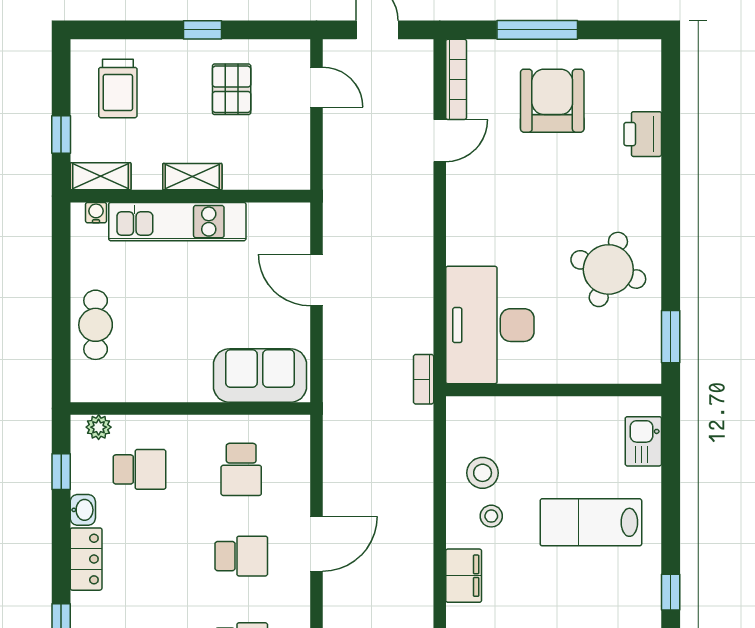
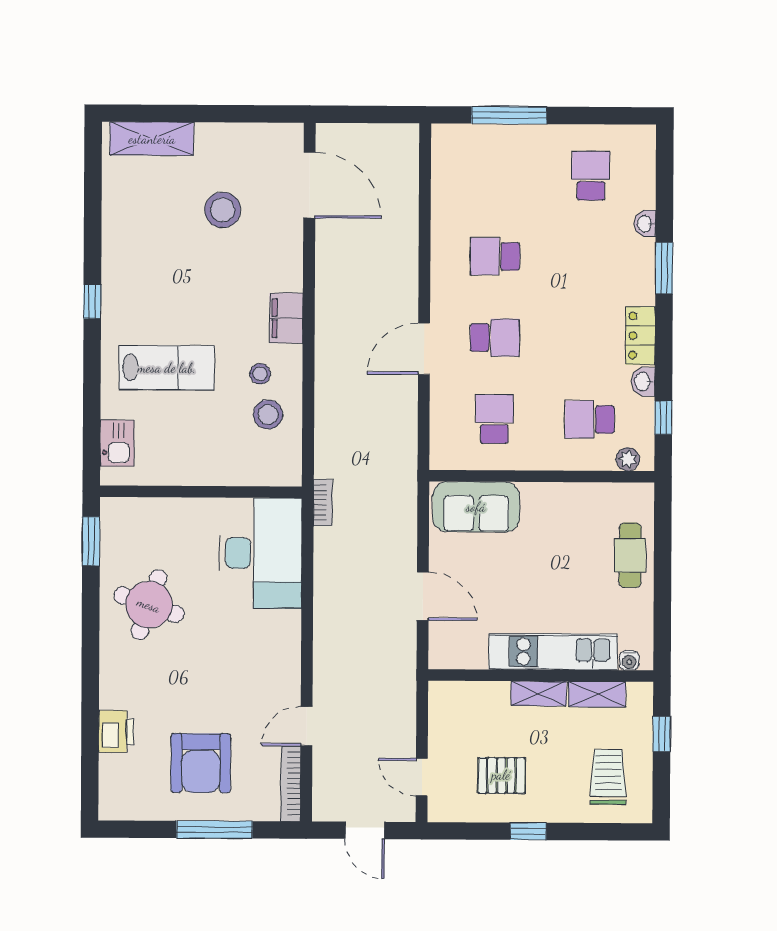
pallet: (232, 89) -> (501, 775), turned 90
shelving: (101, 176) -> (597, 694), moved
school desk: (241, 556) -> (495, 338), turned 180

